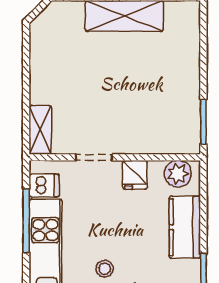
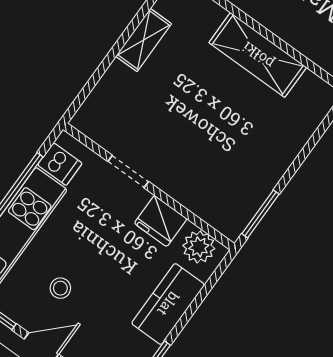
shelving: (40, 130) -> (144, 40), moved
fridge: (135, 175) -> (161, 221), width x1.38

